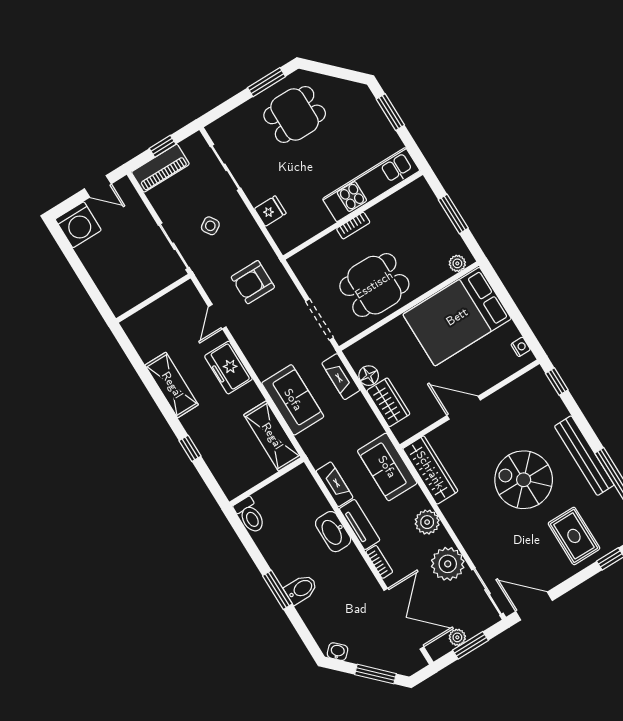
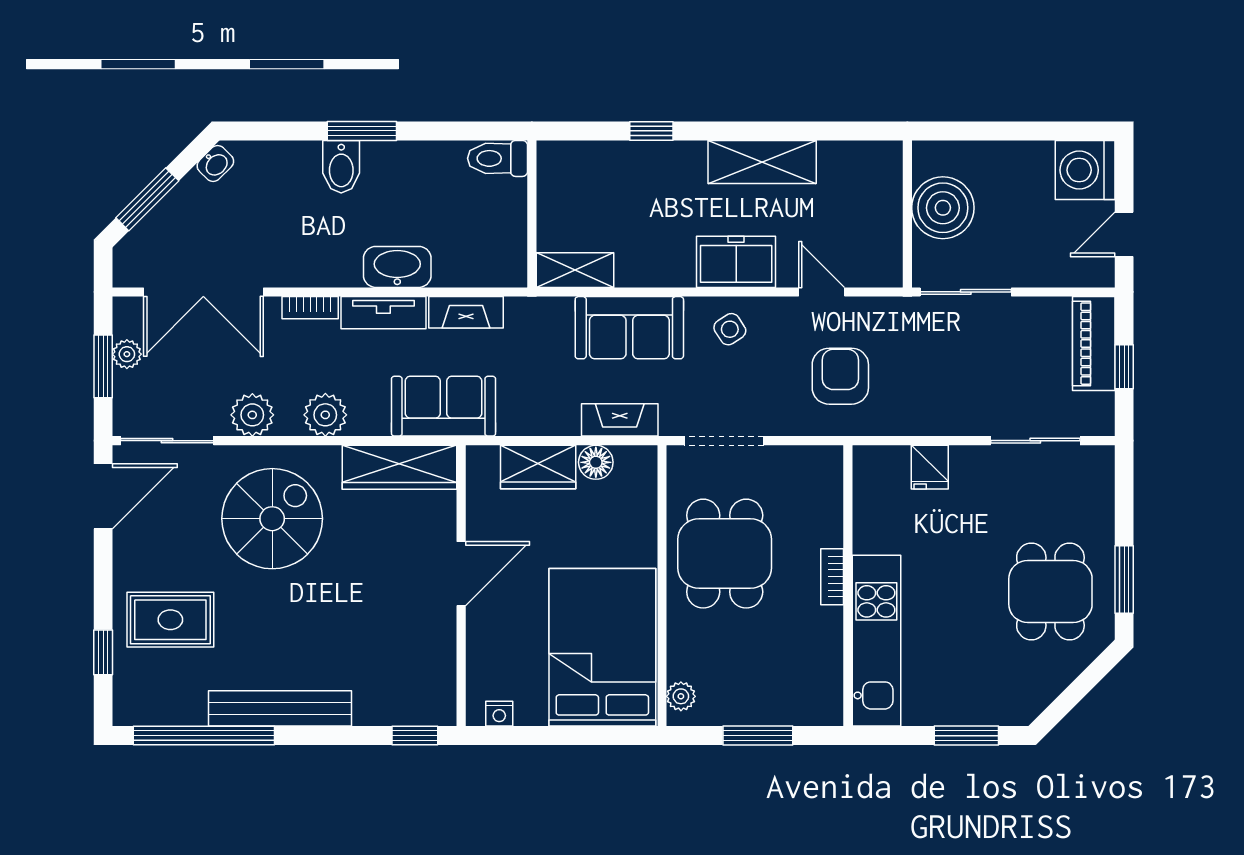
side table: (210, 226) -> (730, 329), moved
boiler: (140, 283) -> (943, 208), added
shelving: (272, 436) -> (575, 270), width x0.67, depth x0.75
spiral stairs: (524, 480) -> (272, 519), moved
plant: (448, 564) -> (252, 415), width x0.73, depth x0.73

